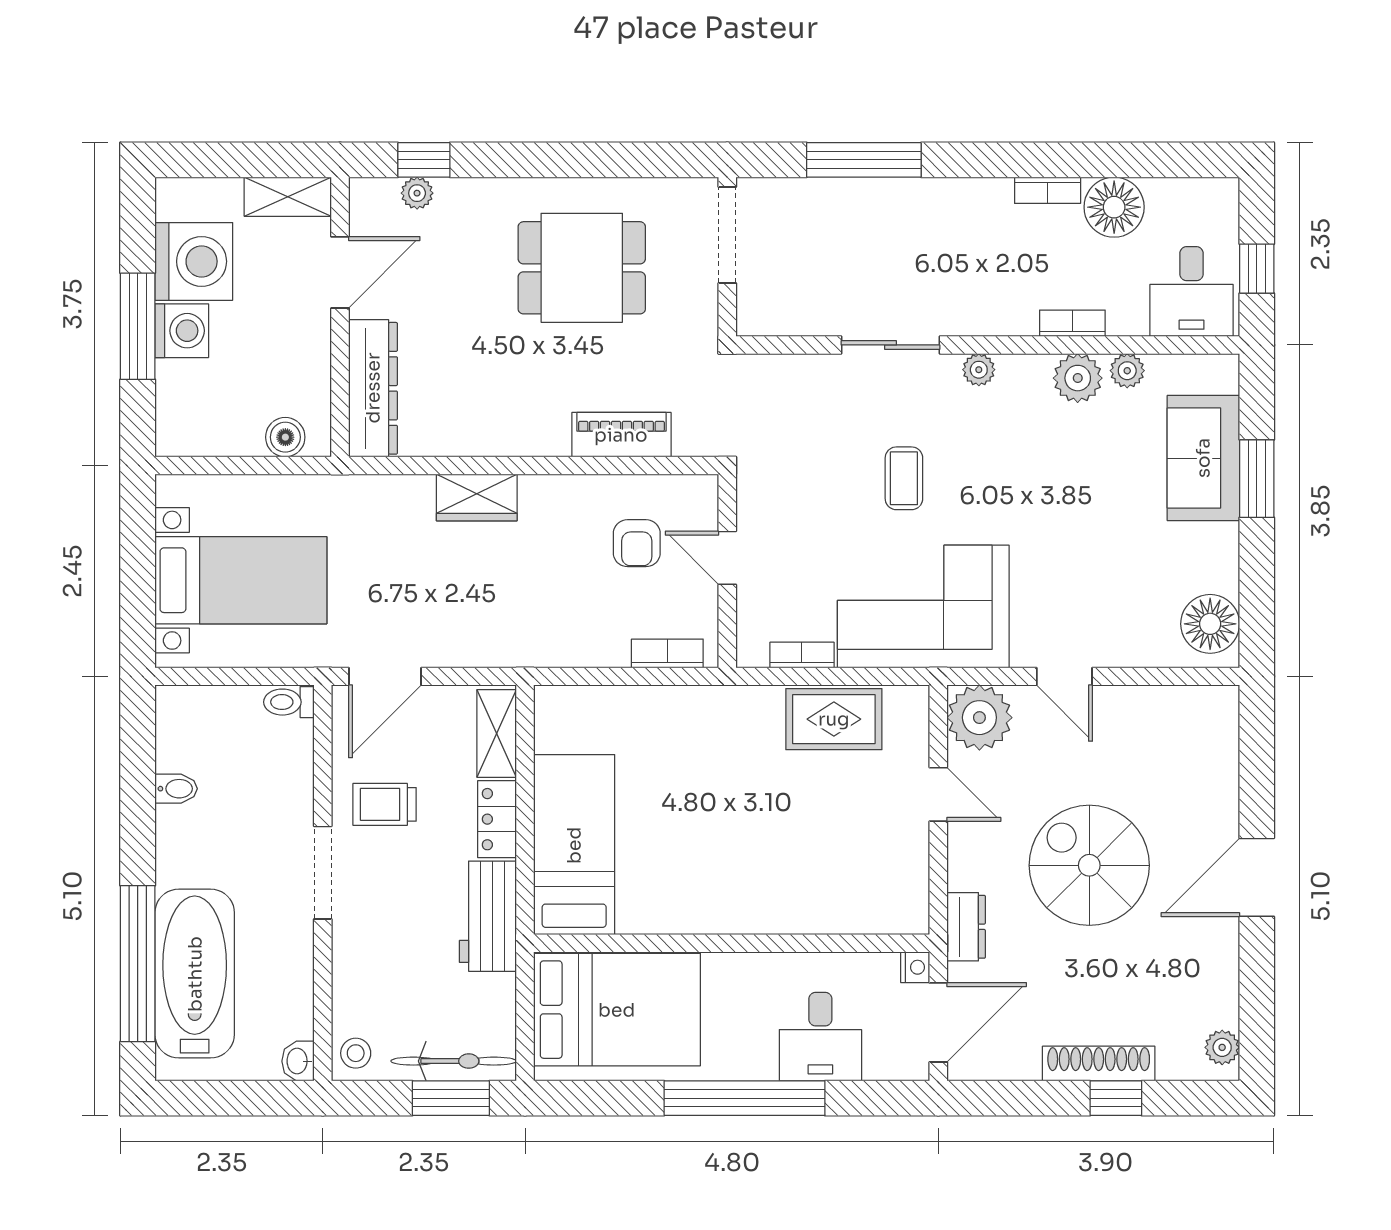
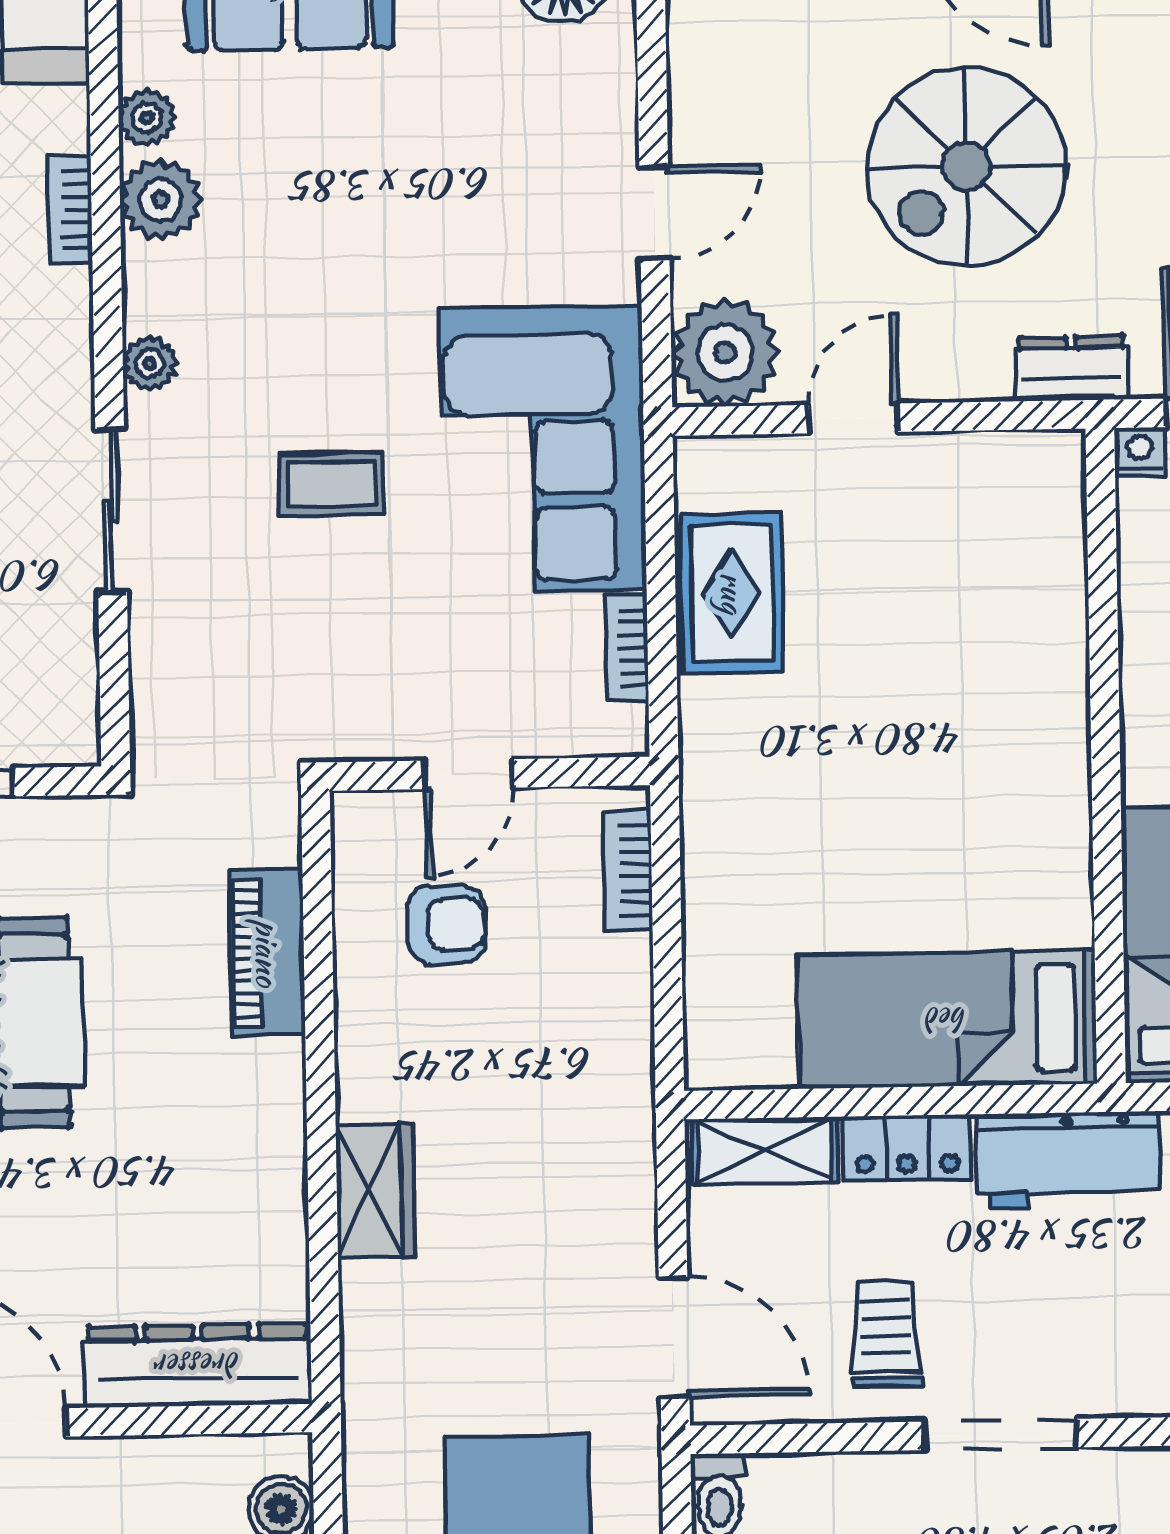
trolley: (385, 804) -> (886, 1334), turned 180

